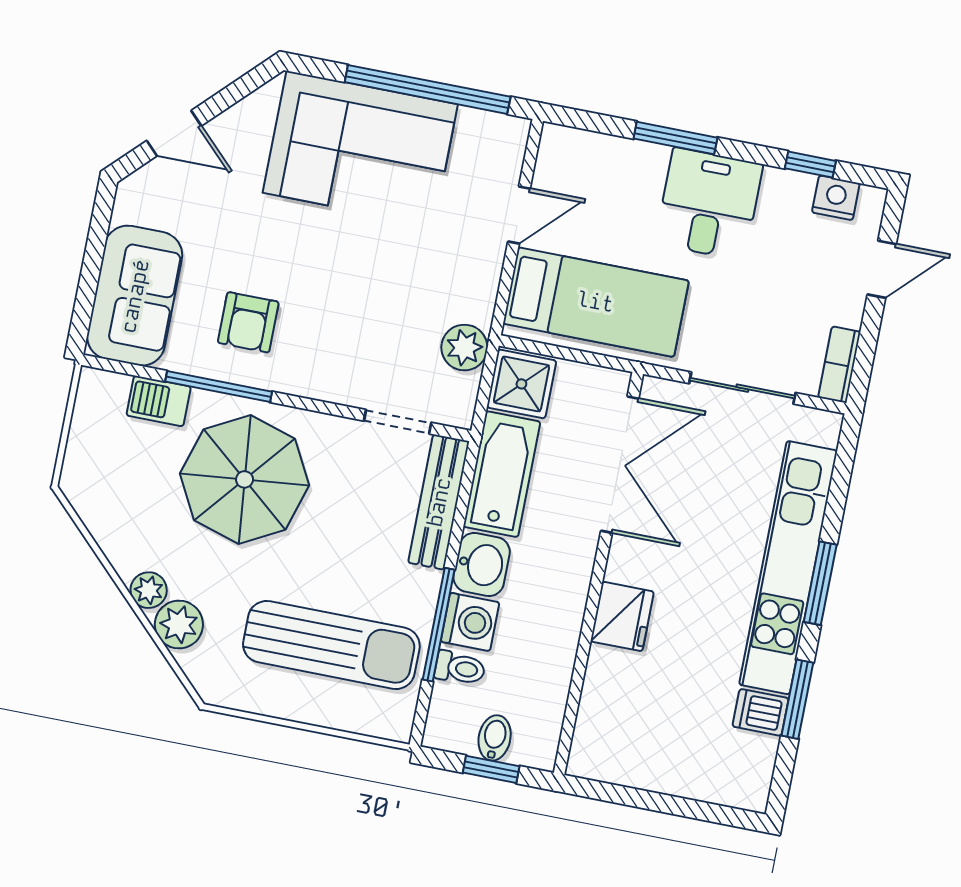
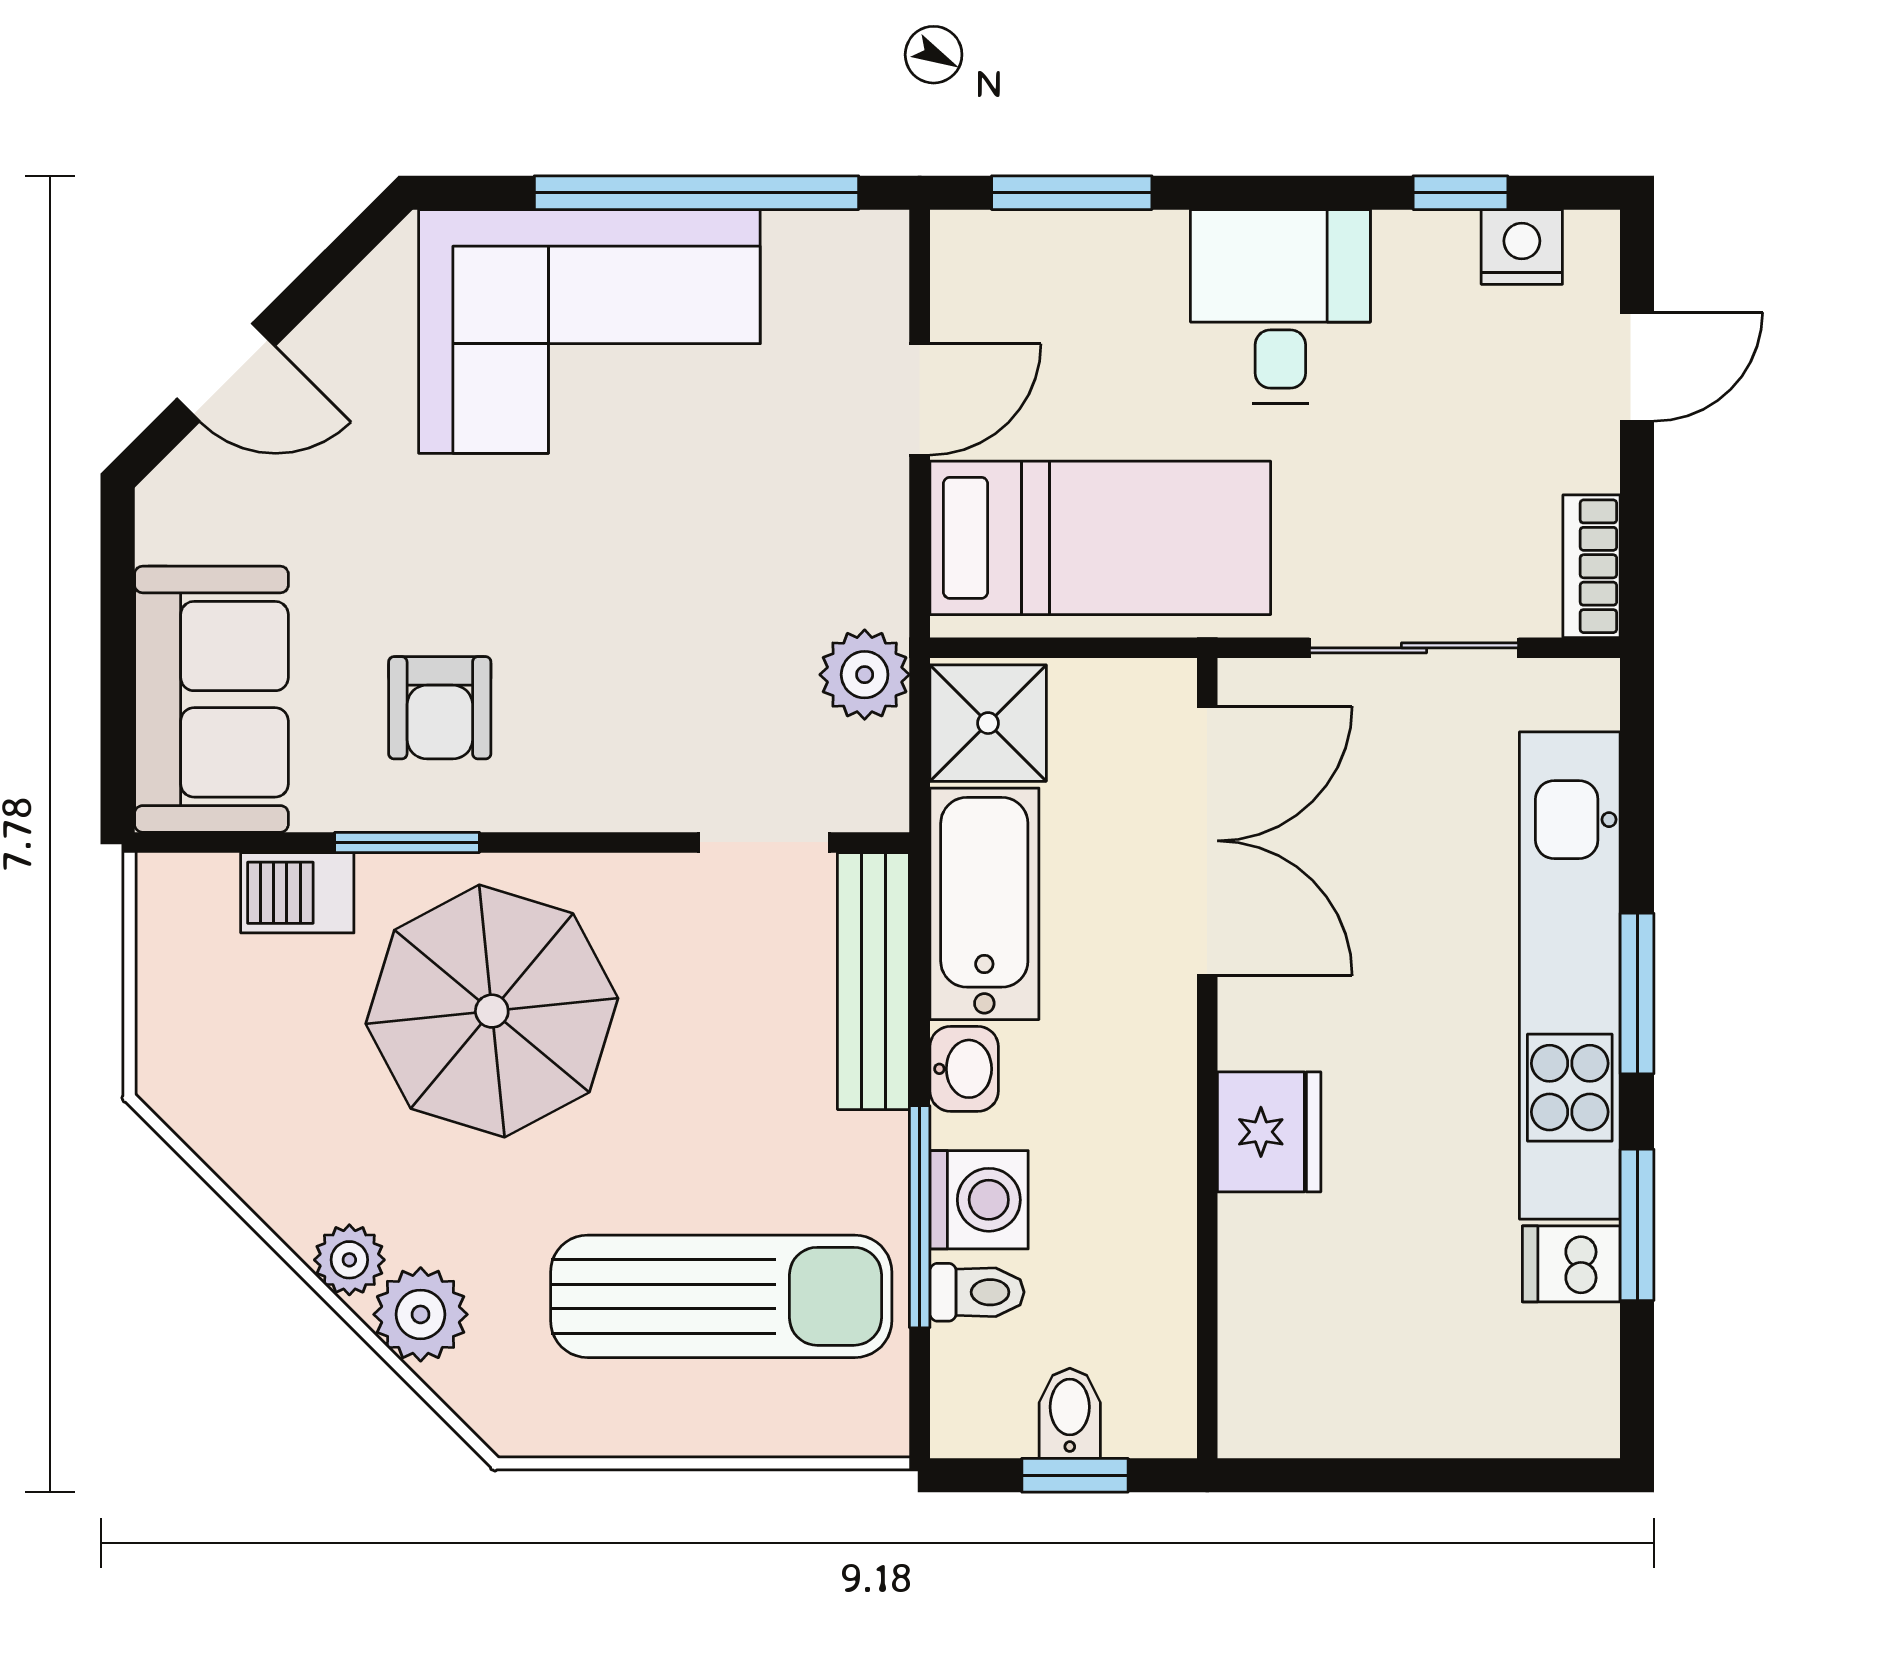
window: (675, 138) -> (1072, 193), moved
window: (219, 387) -> (407, 842), width x0.69
washbasin: (482, 565) -> (964, 1069), width x0.72, depth x0.69

